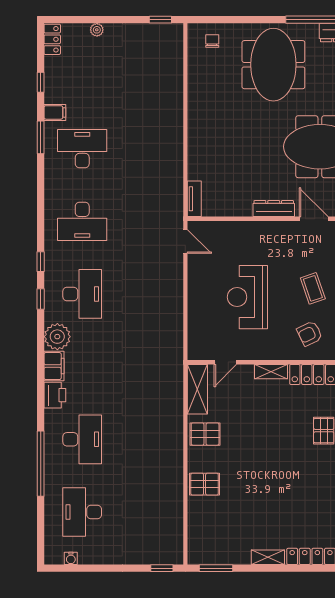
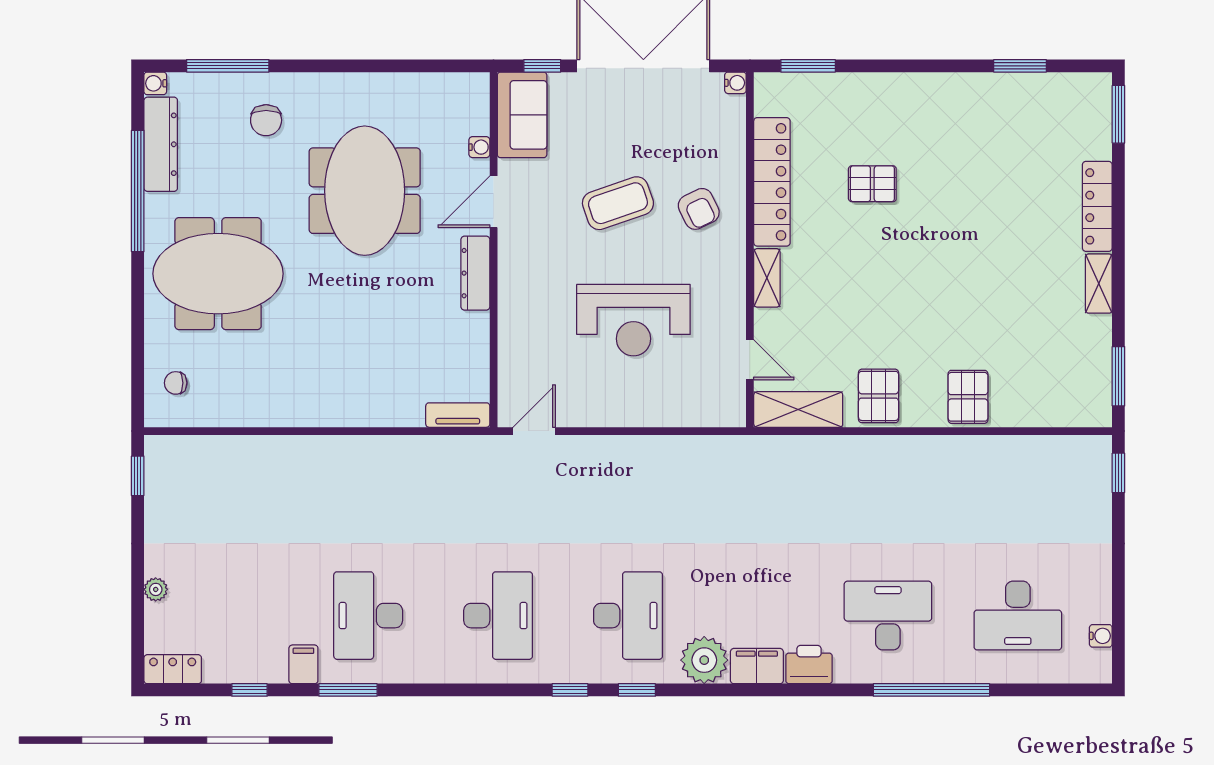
coffee table: (313, 288) -> (618, 203), width x1.36, depth x1.30
desk: (82, 294) -> (628, 616), turned 90

